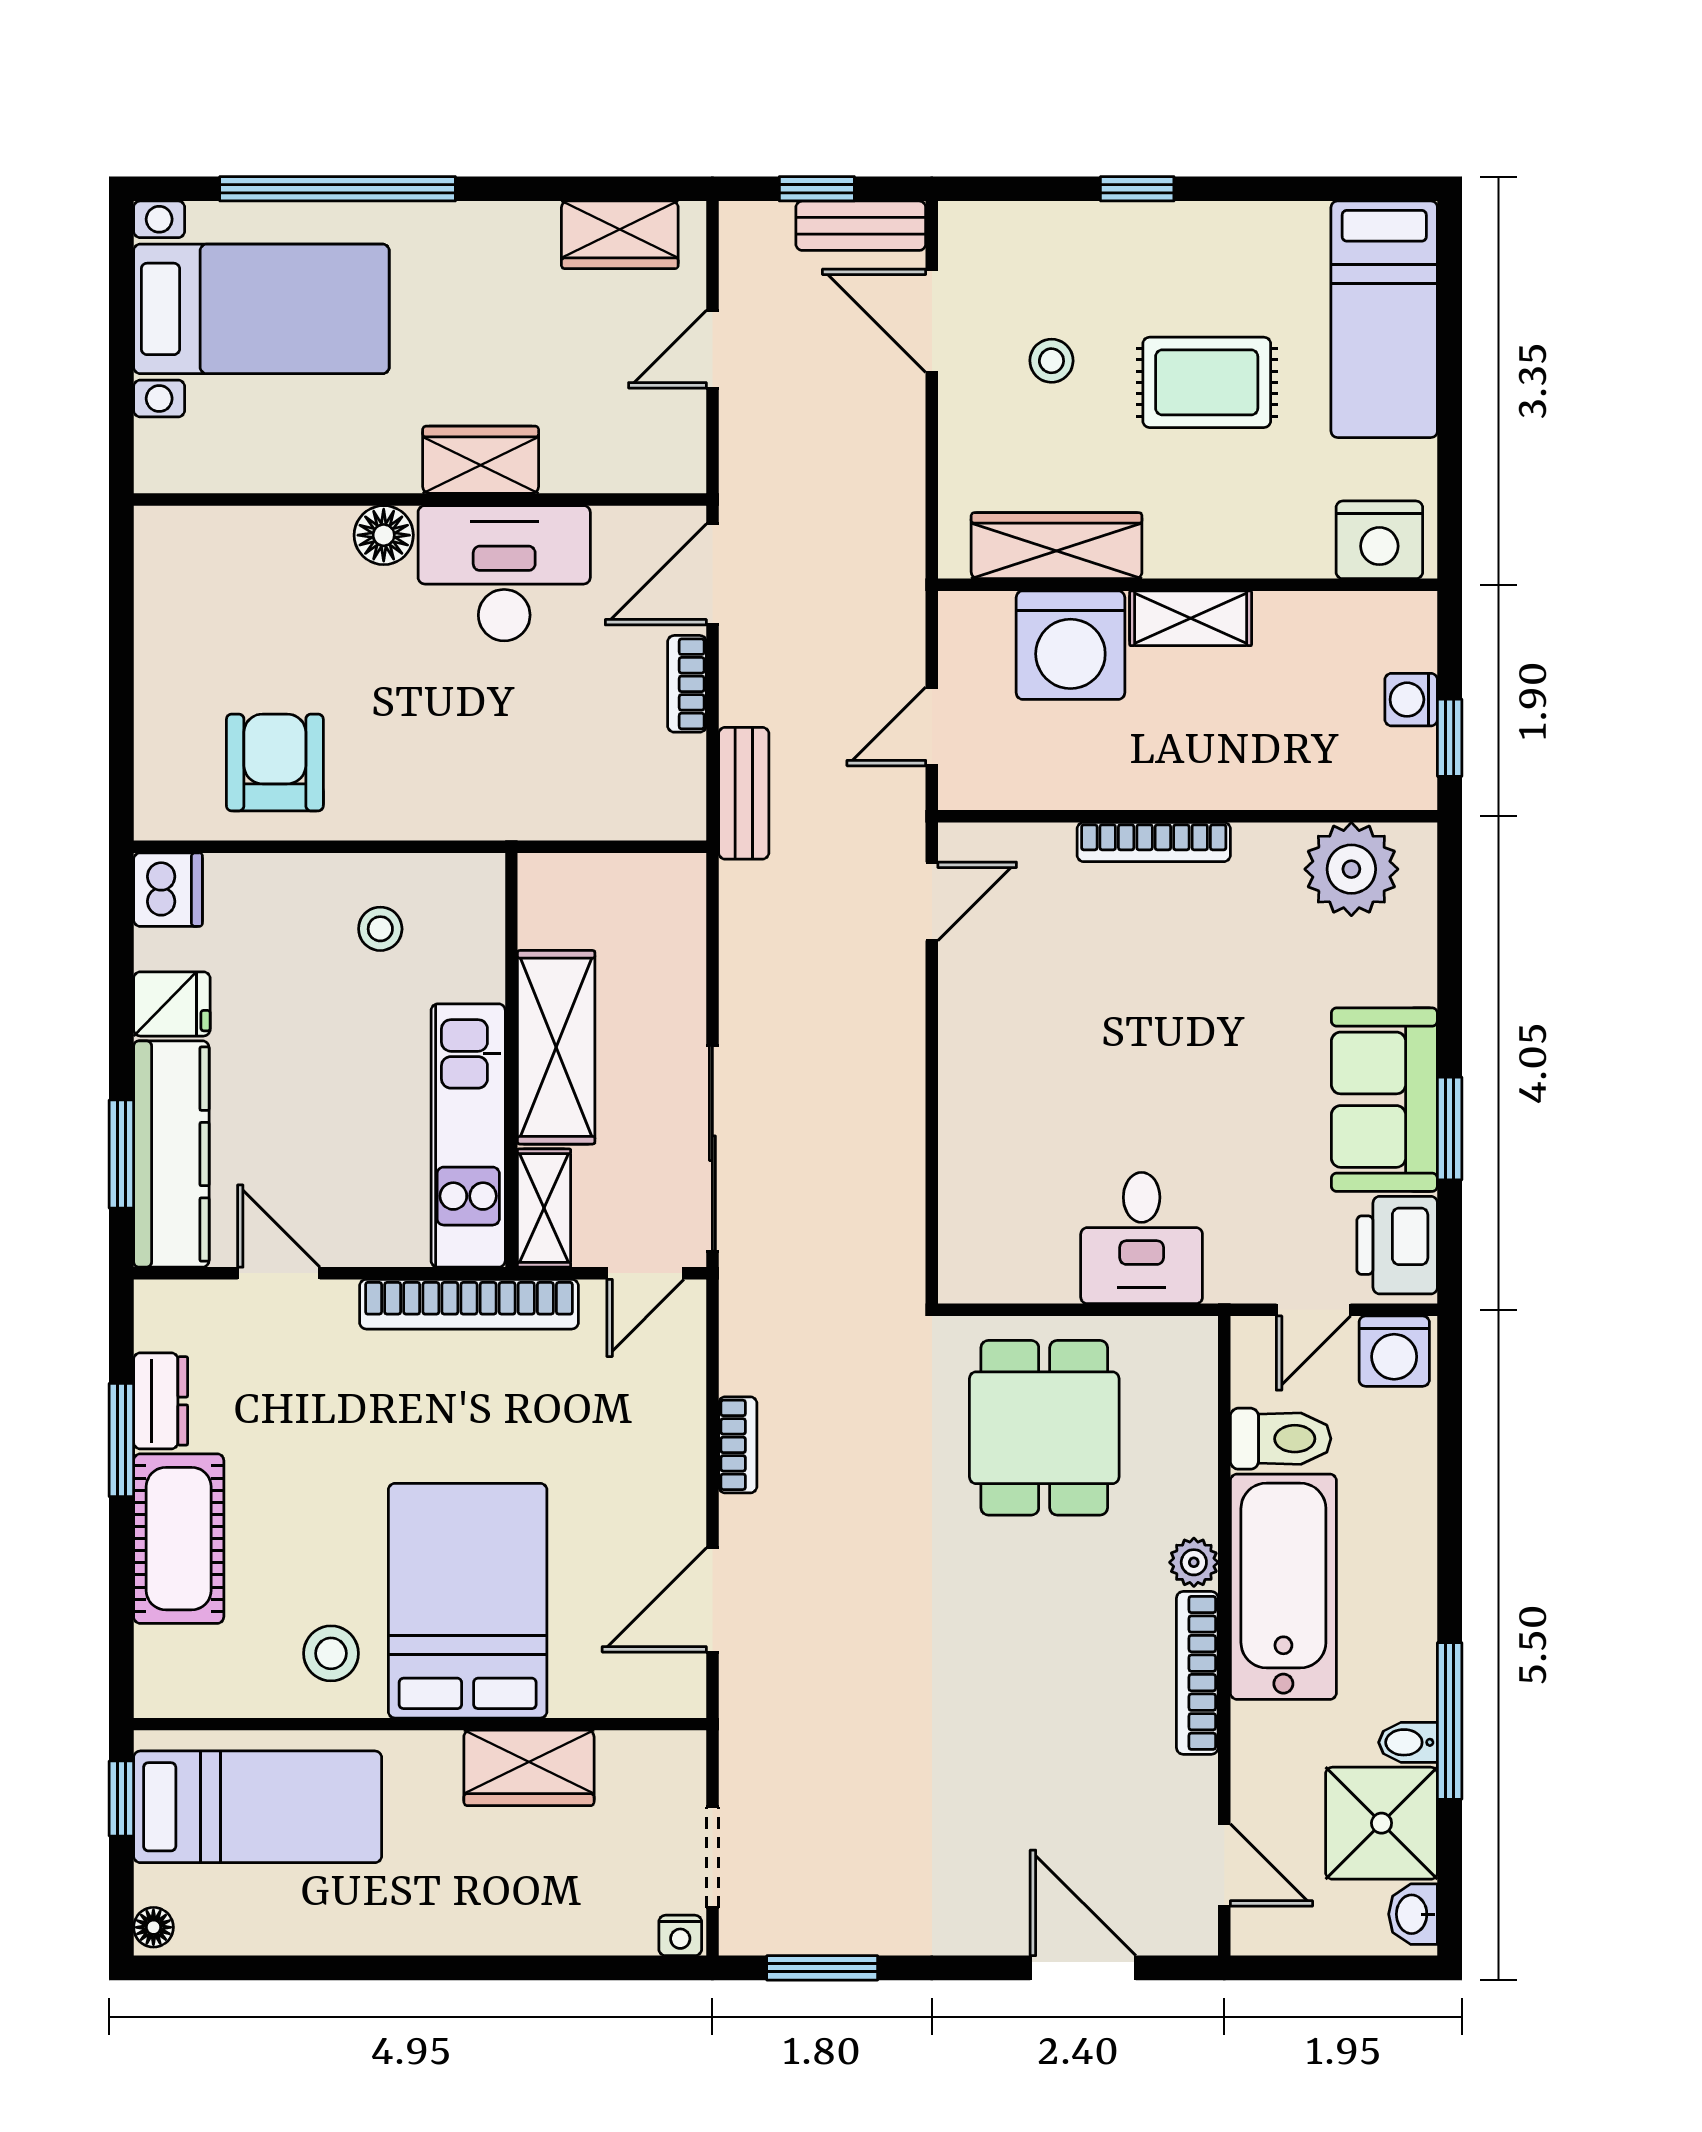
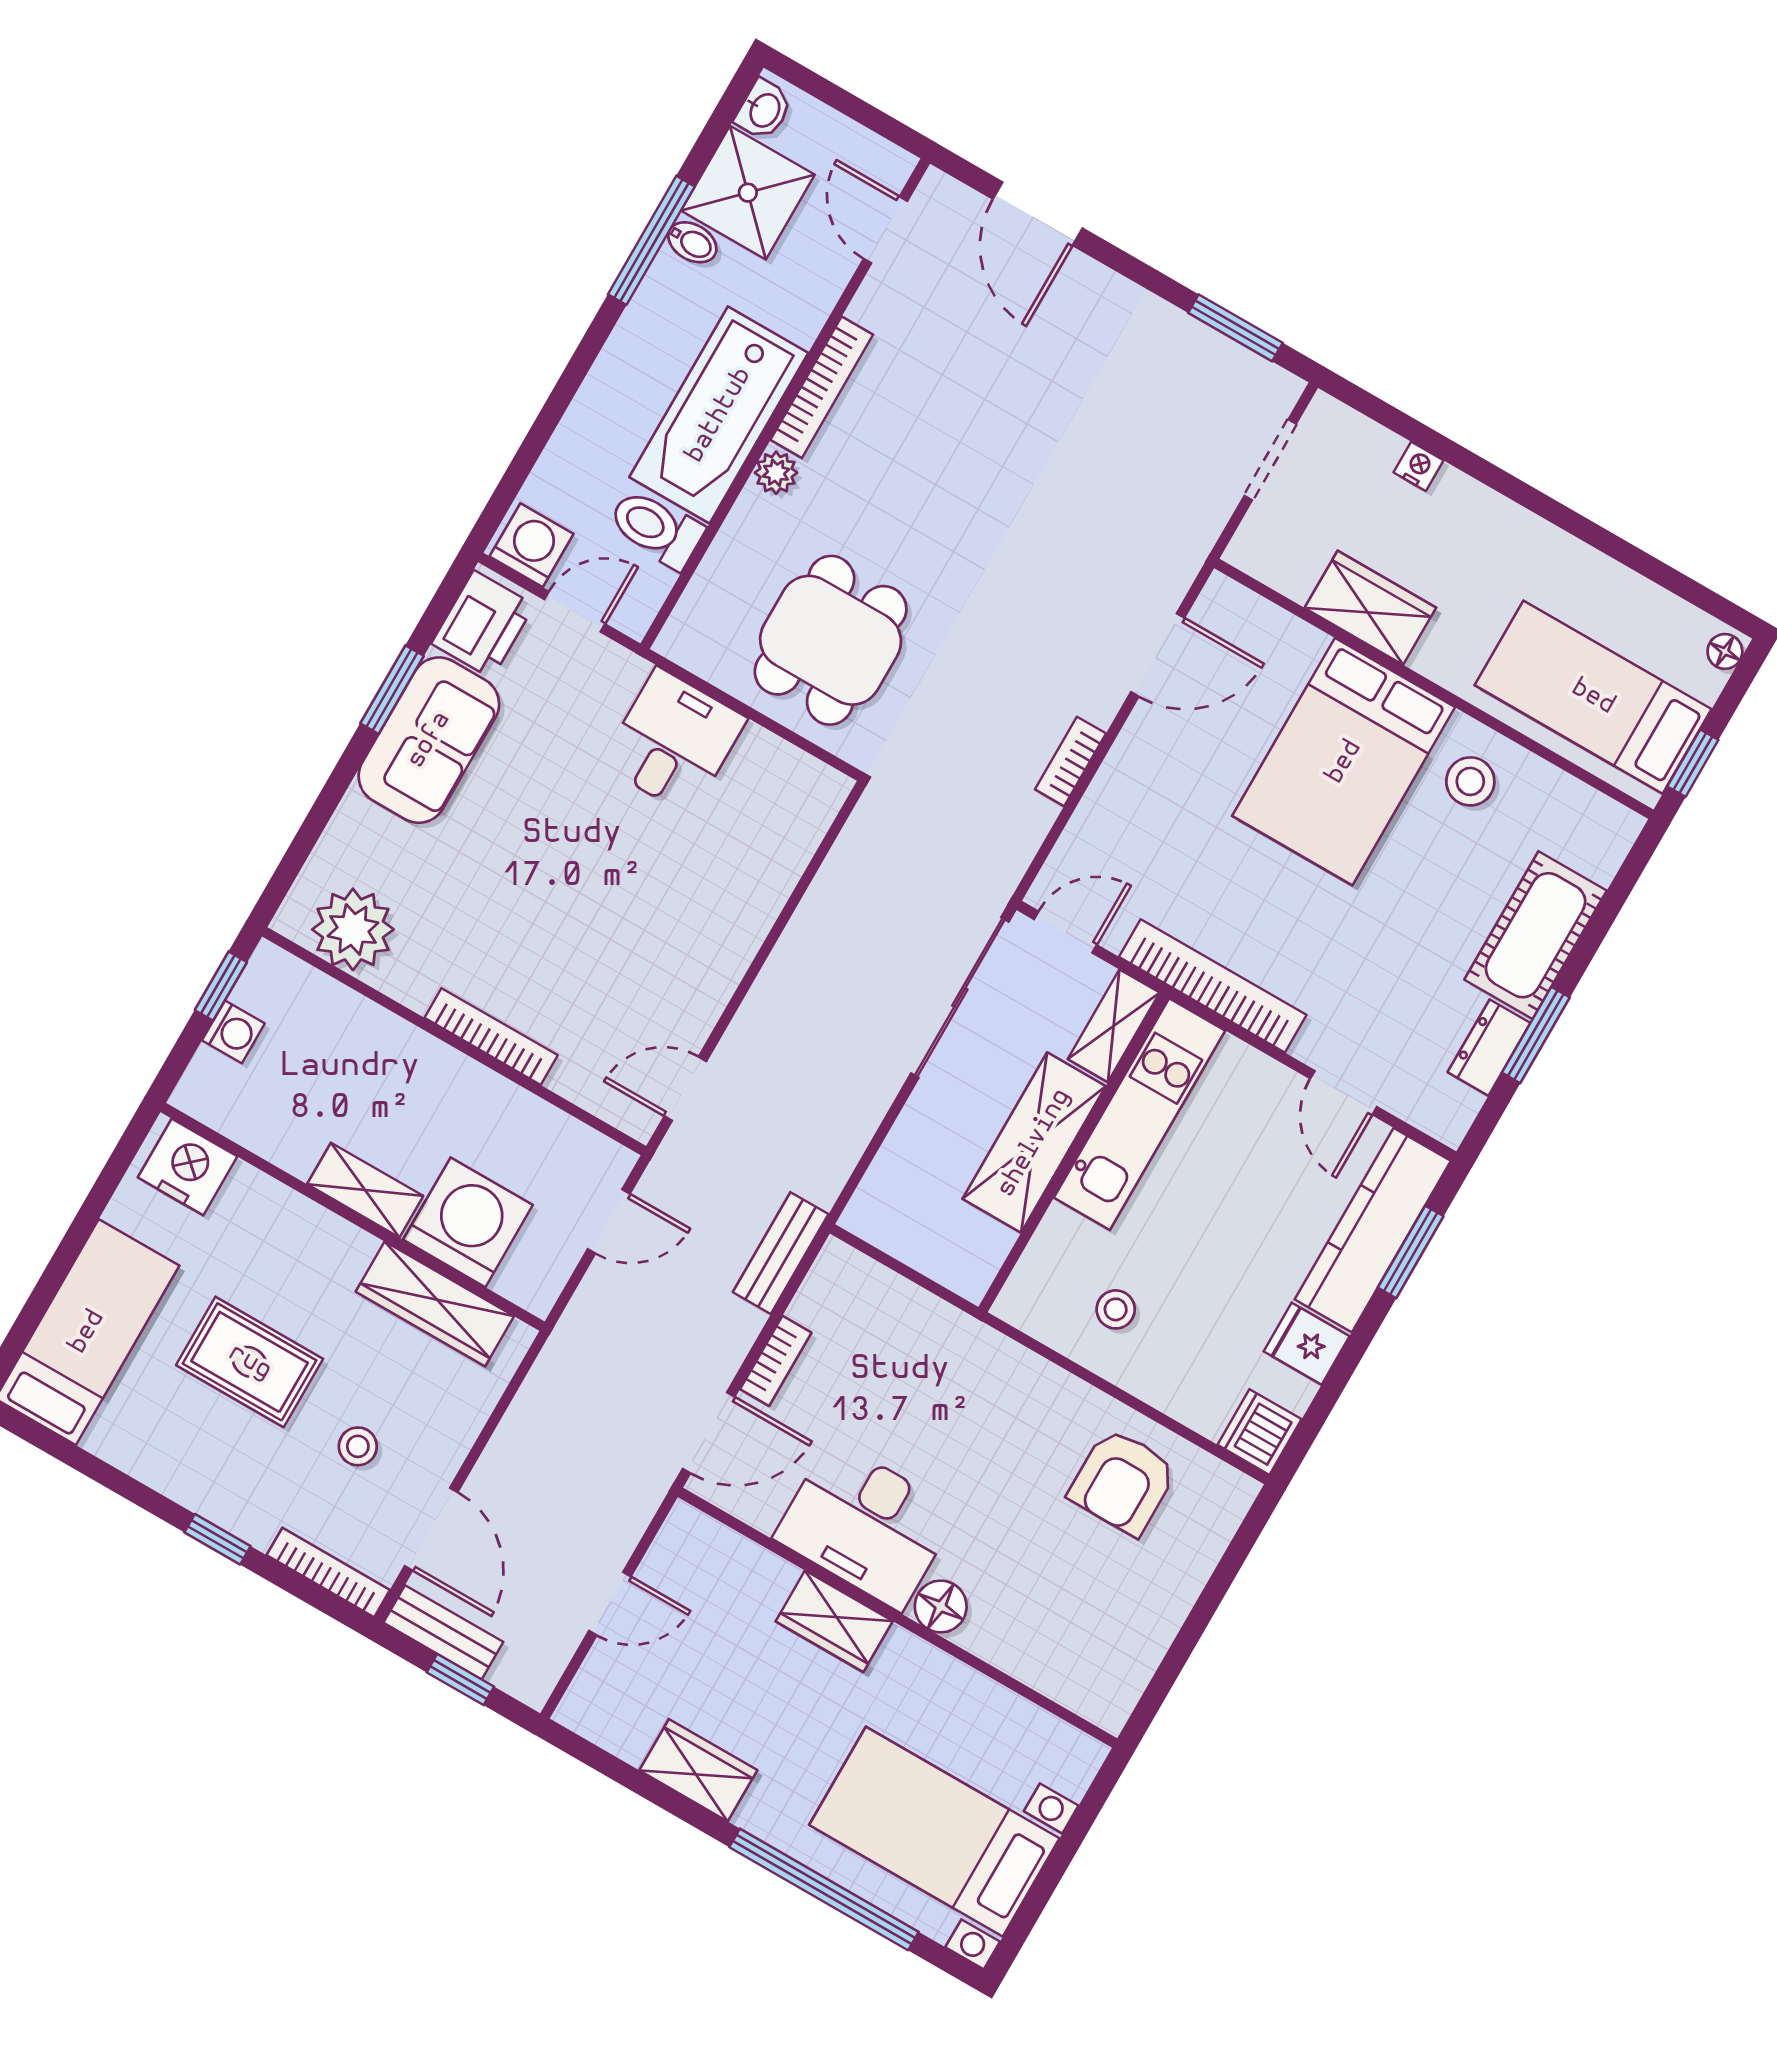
bookcase: (1009, 219) -> (328, 1572), added
wardrobe: (620, 235) -> (698, 1770), moved
nightstand: (680, 1935) -> (1419, 466), moved

